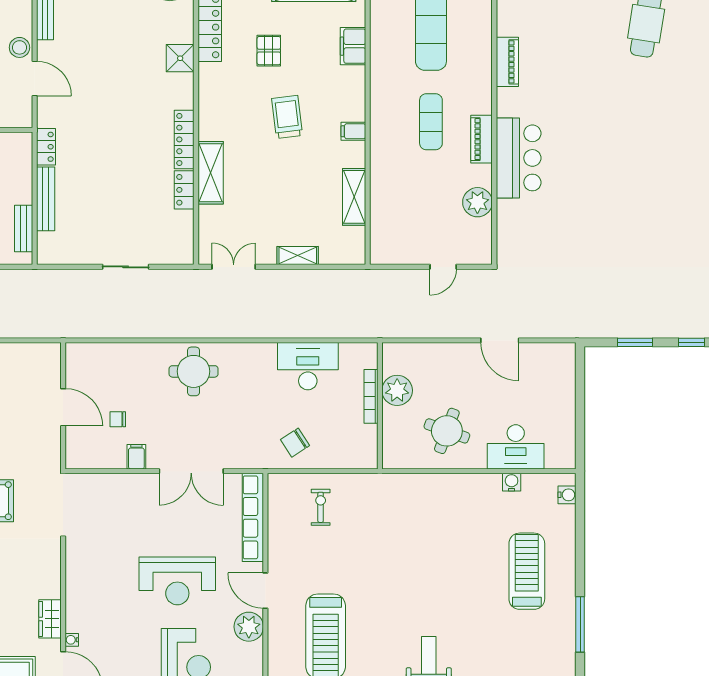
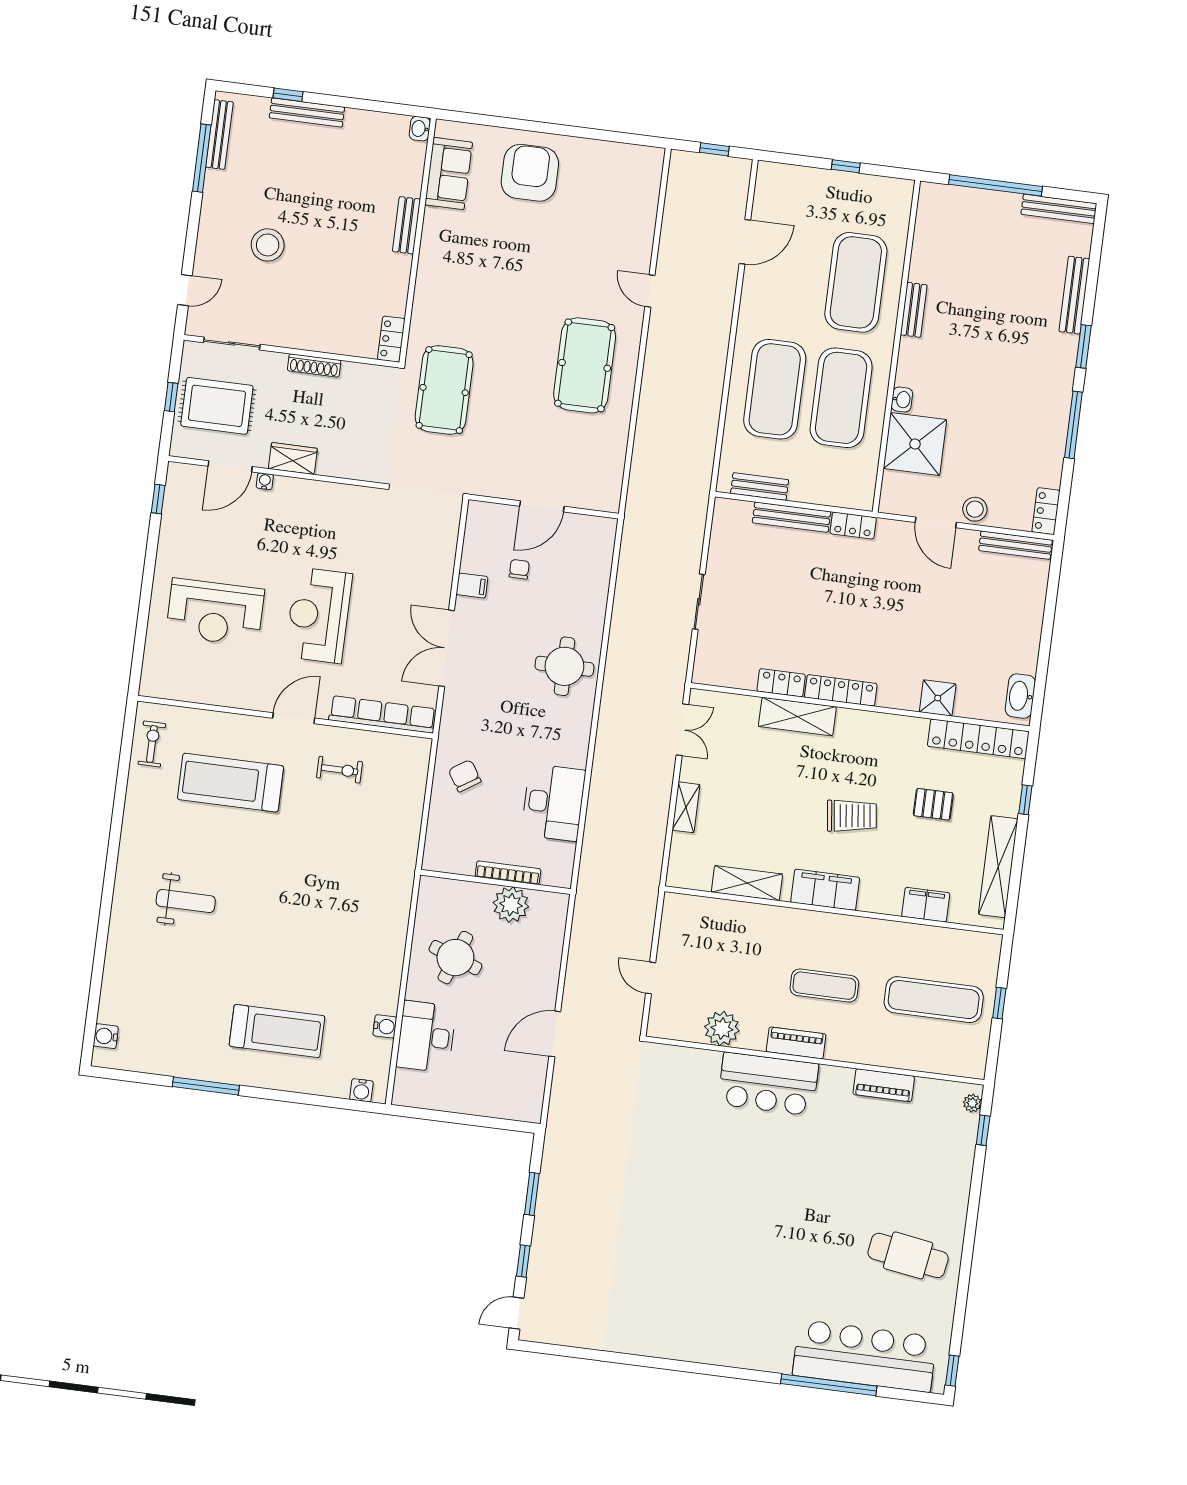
door: (35, 79) -> (936, 522), hinge flipped
filing cabinet: (353, 131) -> (825, 890), width x3.00, depth x1.17
exercise bike: (321, 507) -> (340, 770), moved
plant: (249, 627) -> (253, 693), removed

